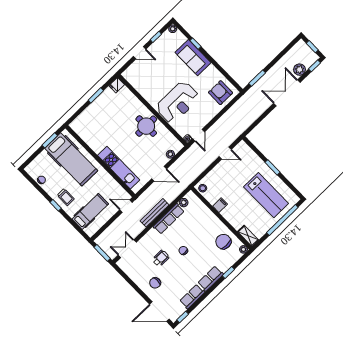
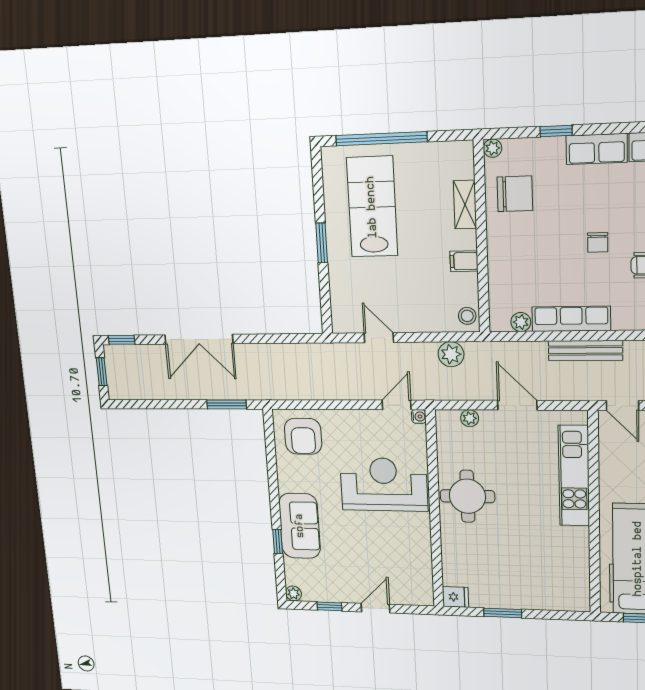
door: (140, 53) -> (375, 608), hinge flipped
plant: (299, 70) -> (451, 354), moved
shelving: (248, 236) -> (465, 204), moved
chair: (223, 242) -> (515, 194), turned -90

